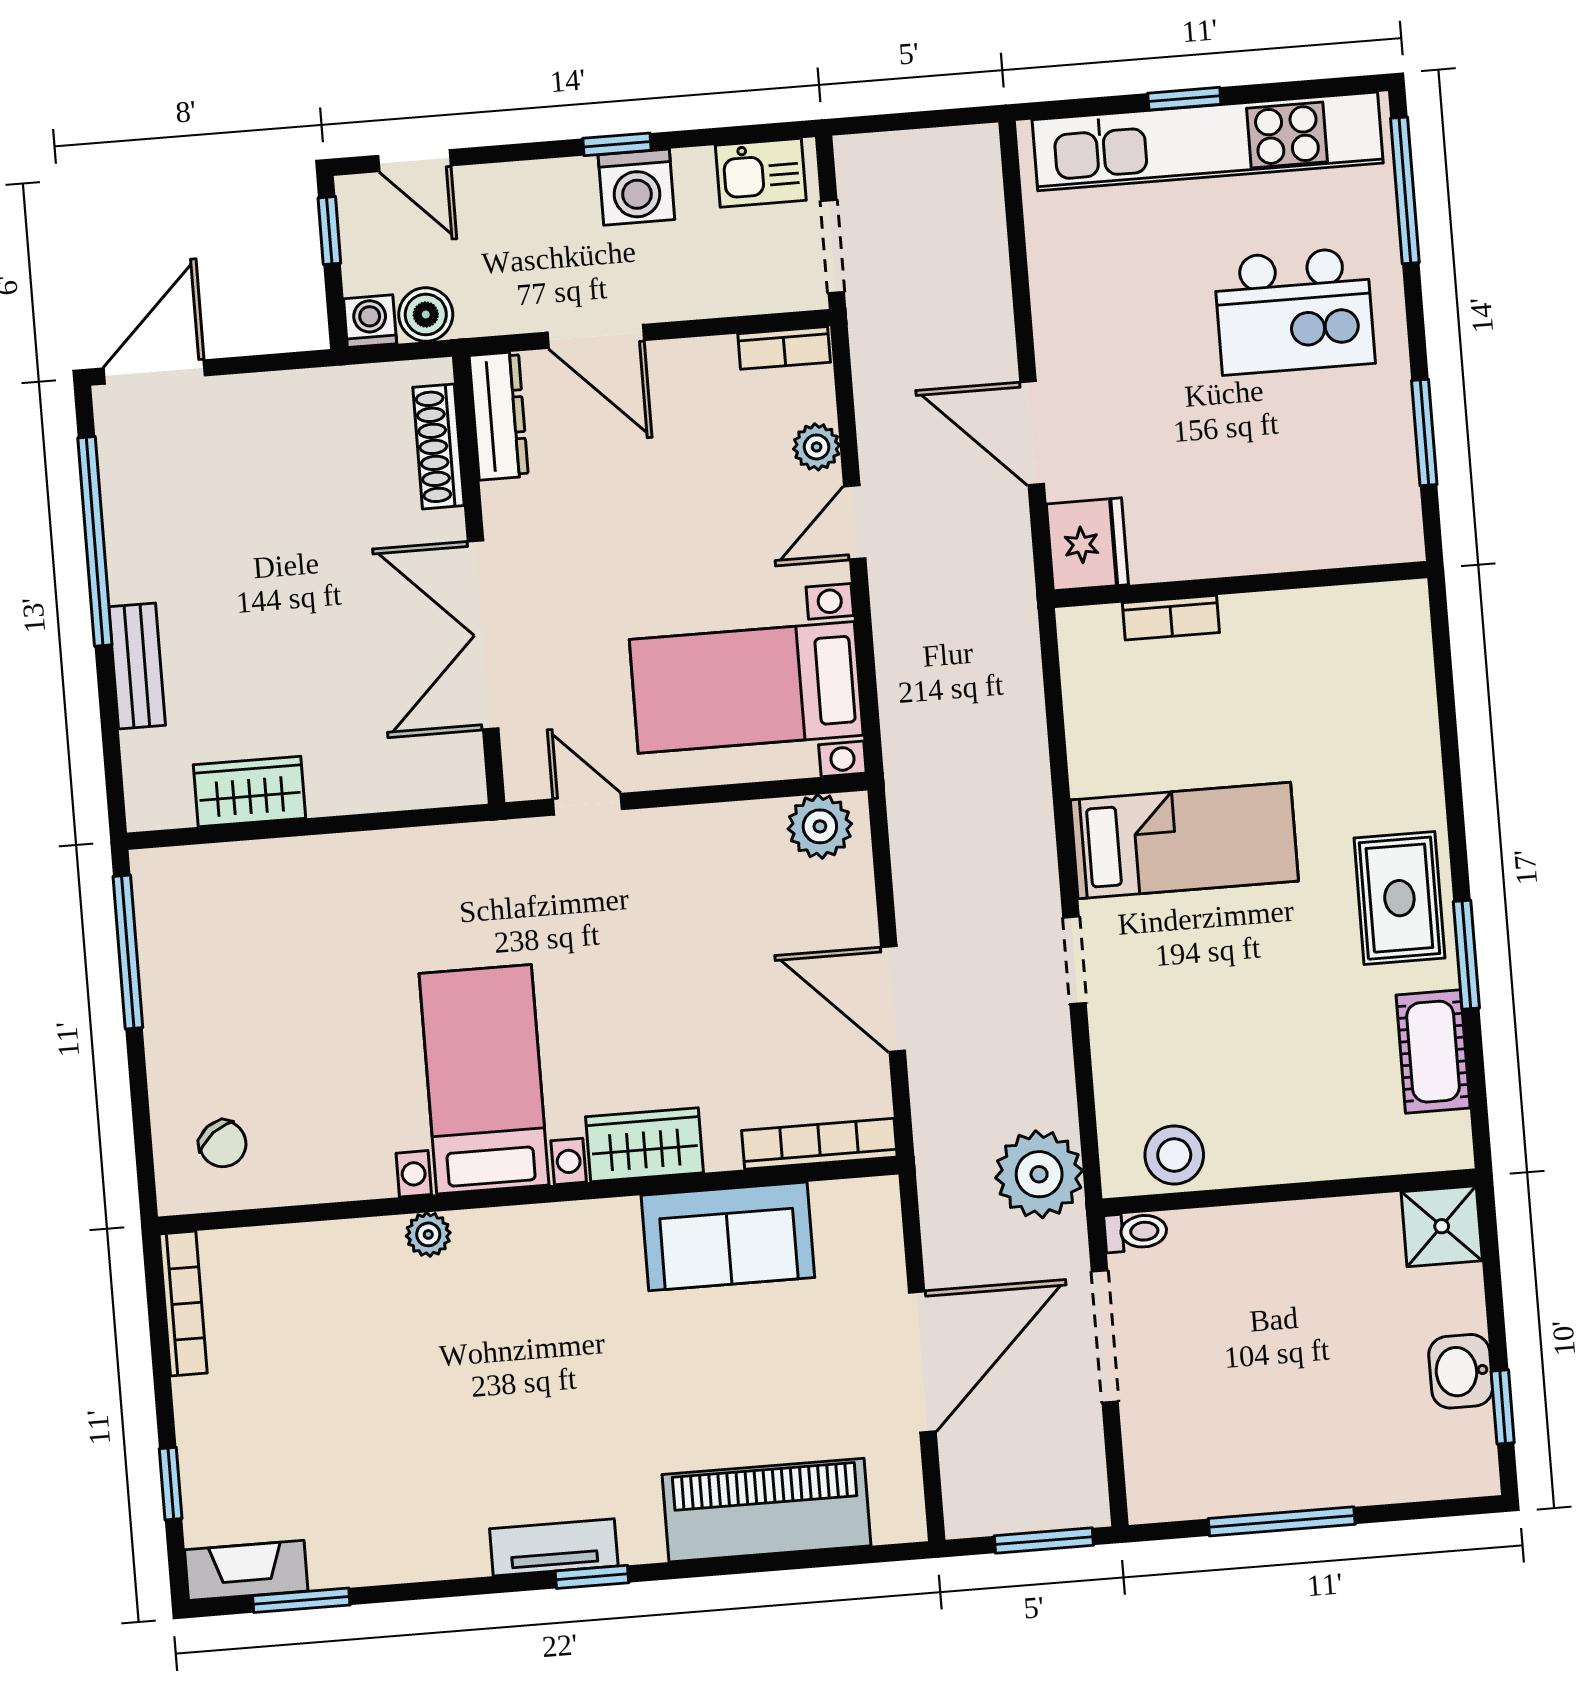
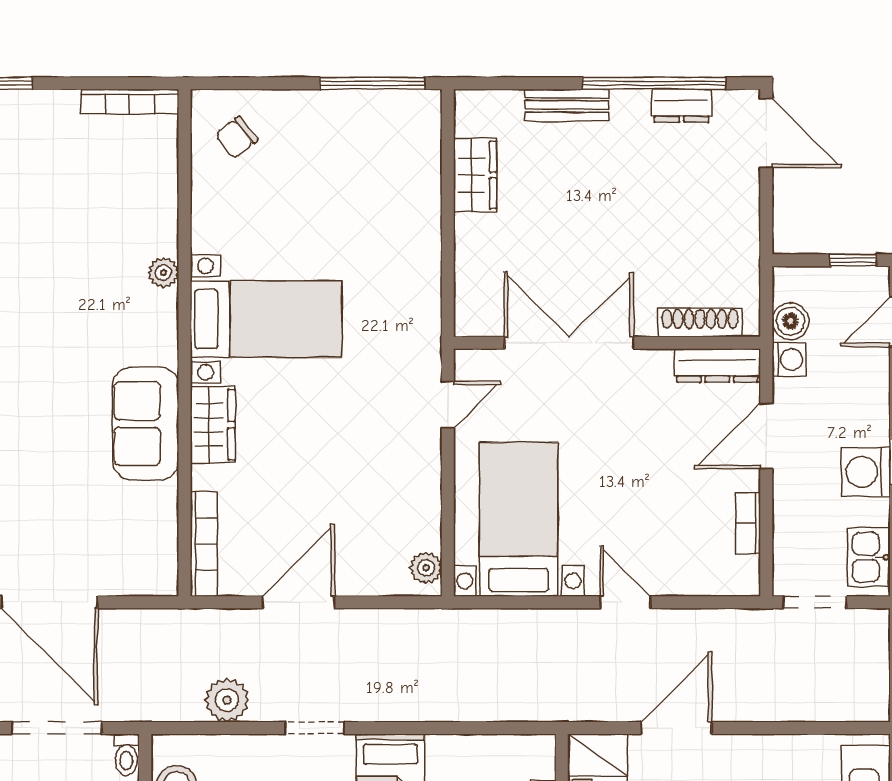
washing machine: (370, 321) -> (789, 360), moved
bookcase: (784, 348) -> (748, 523), moved
plant: (817, 447) -> (679, 580), removed
dresser: (124, 499) -> (682, 106), added
plant: (820, 826) -> (426, 568), width x0.73, depth x0.73
plant: (1039, 1174) -> (227, 700), moved, width x0.73, depth x0.73
sofa: (728, 1236) -> (146, 424), moved

